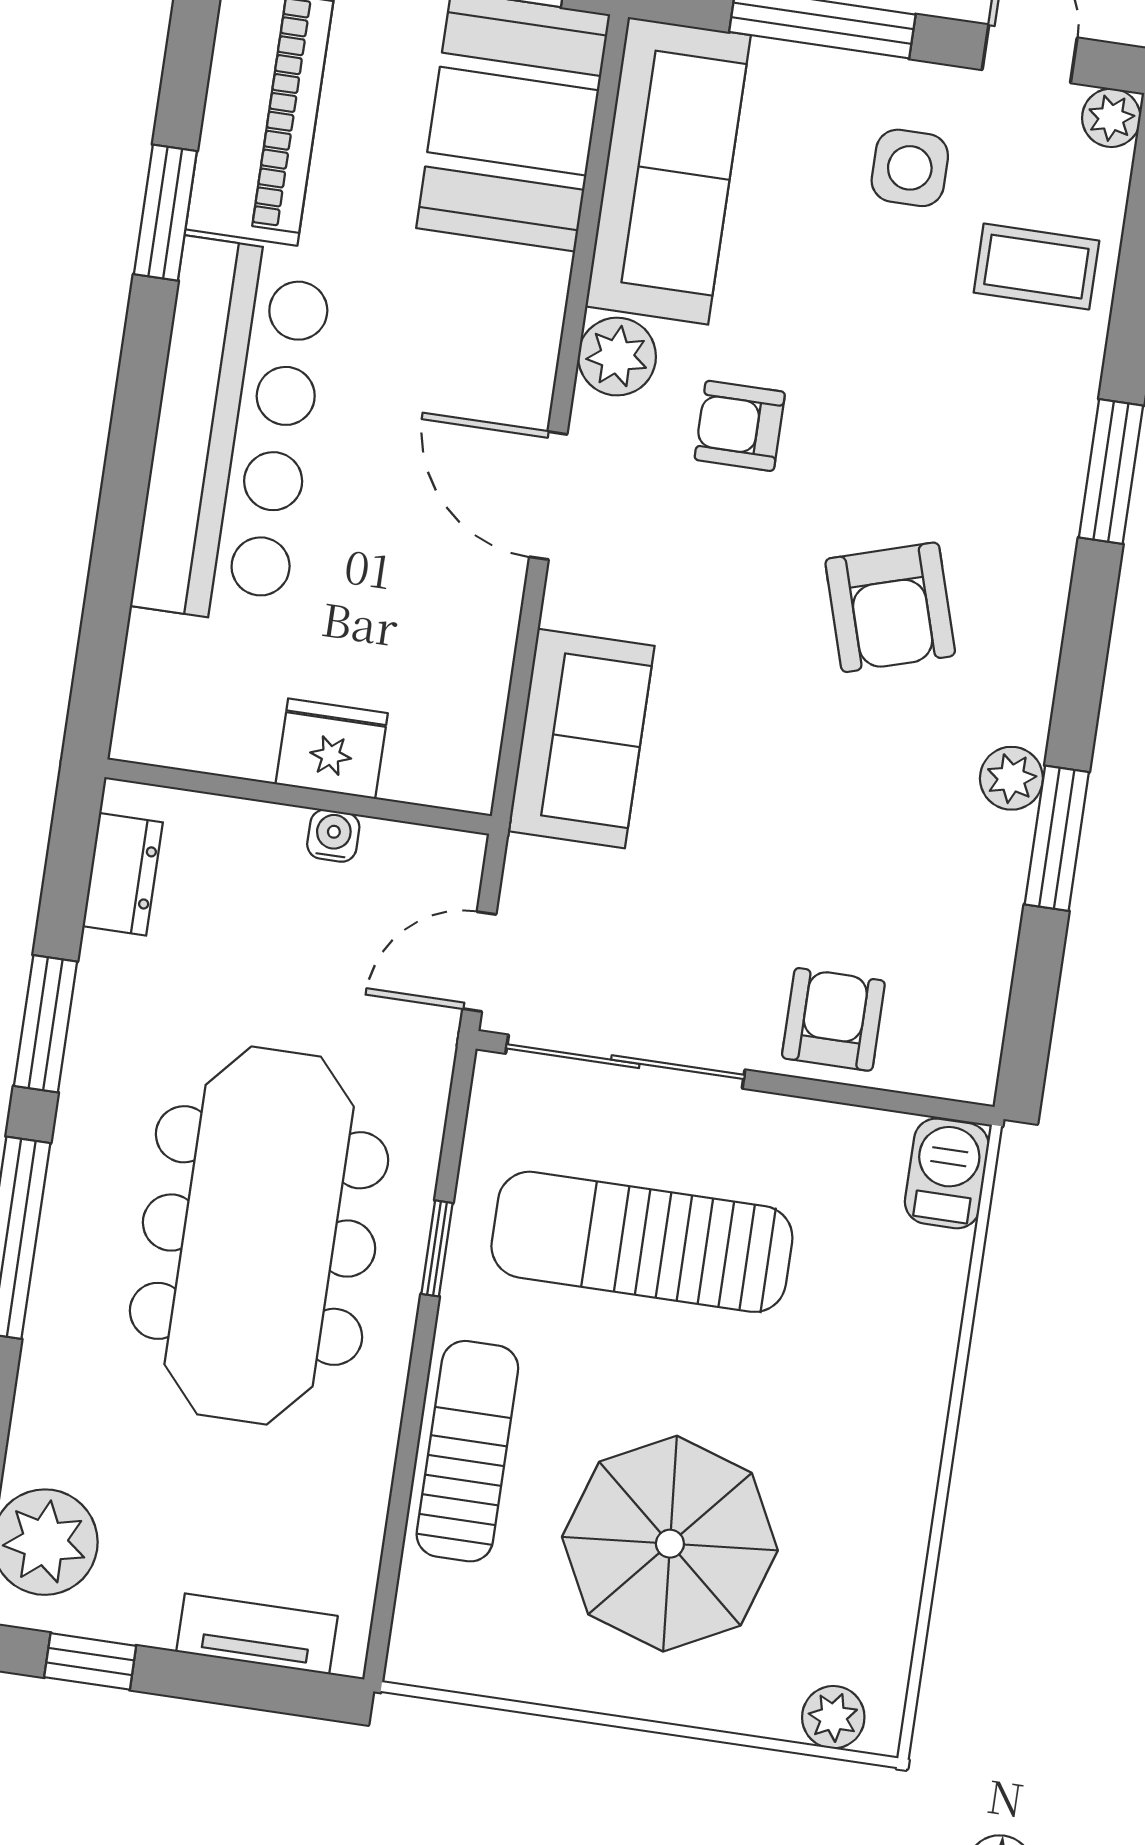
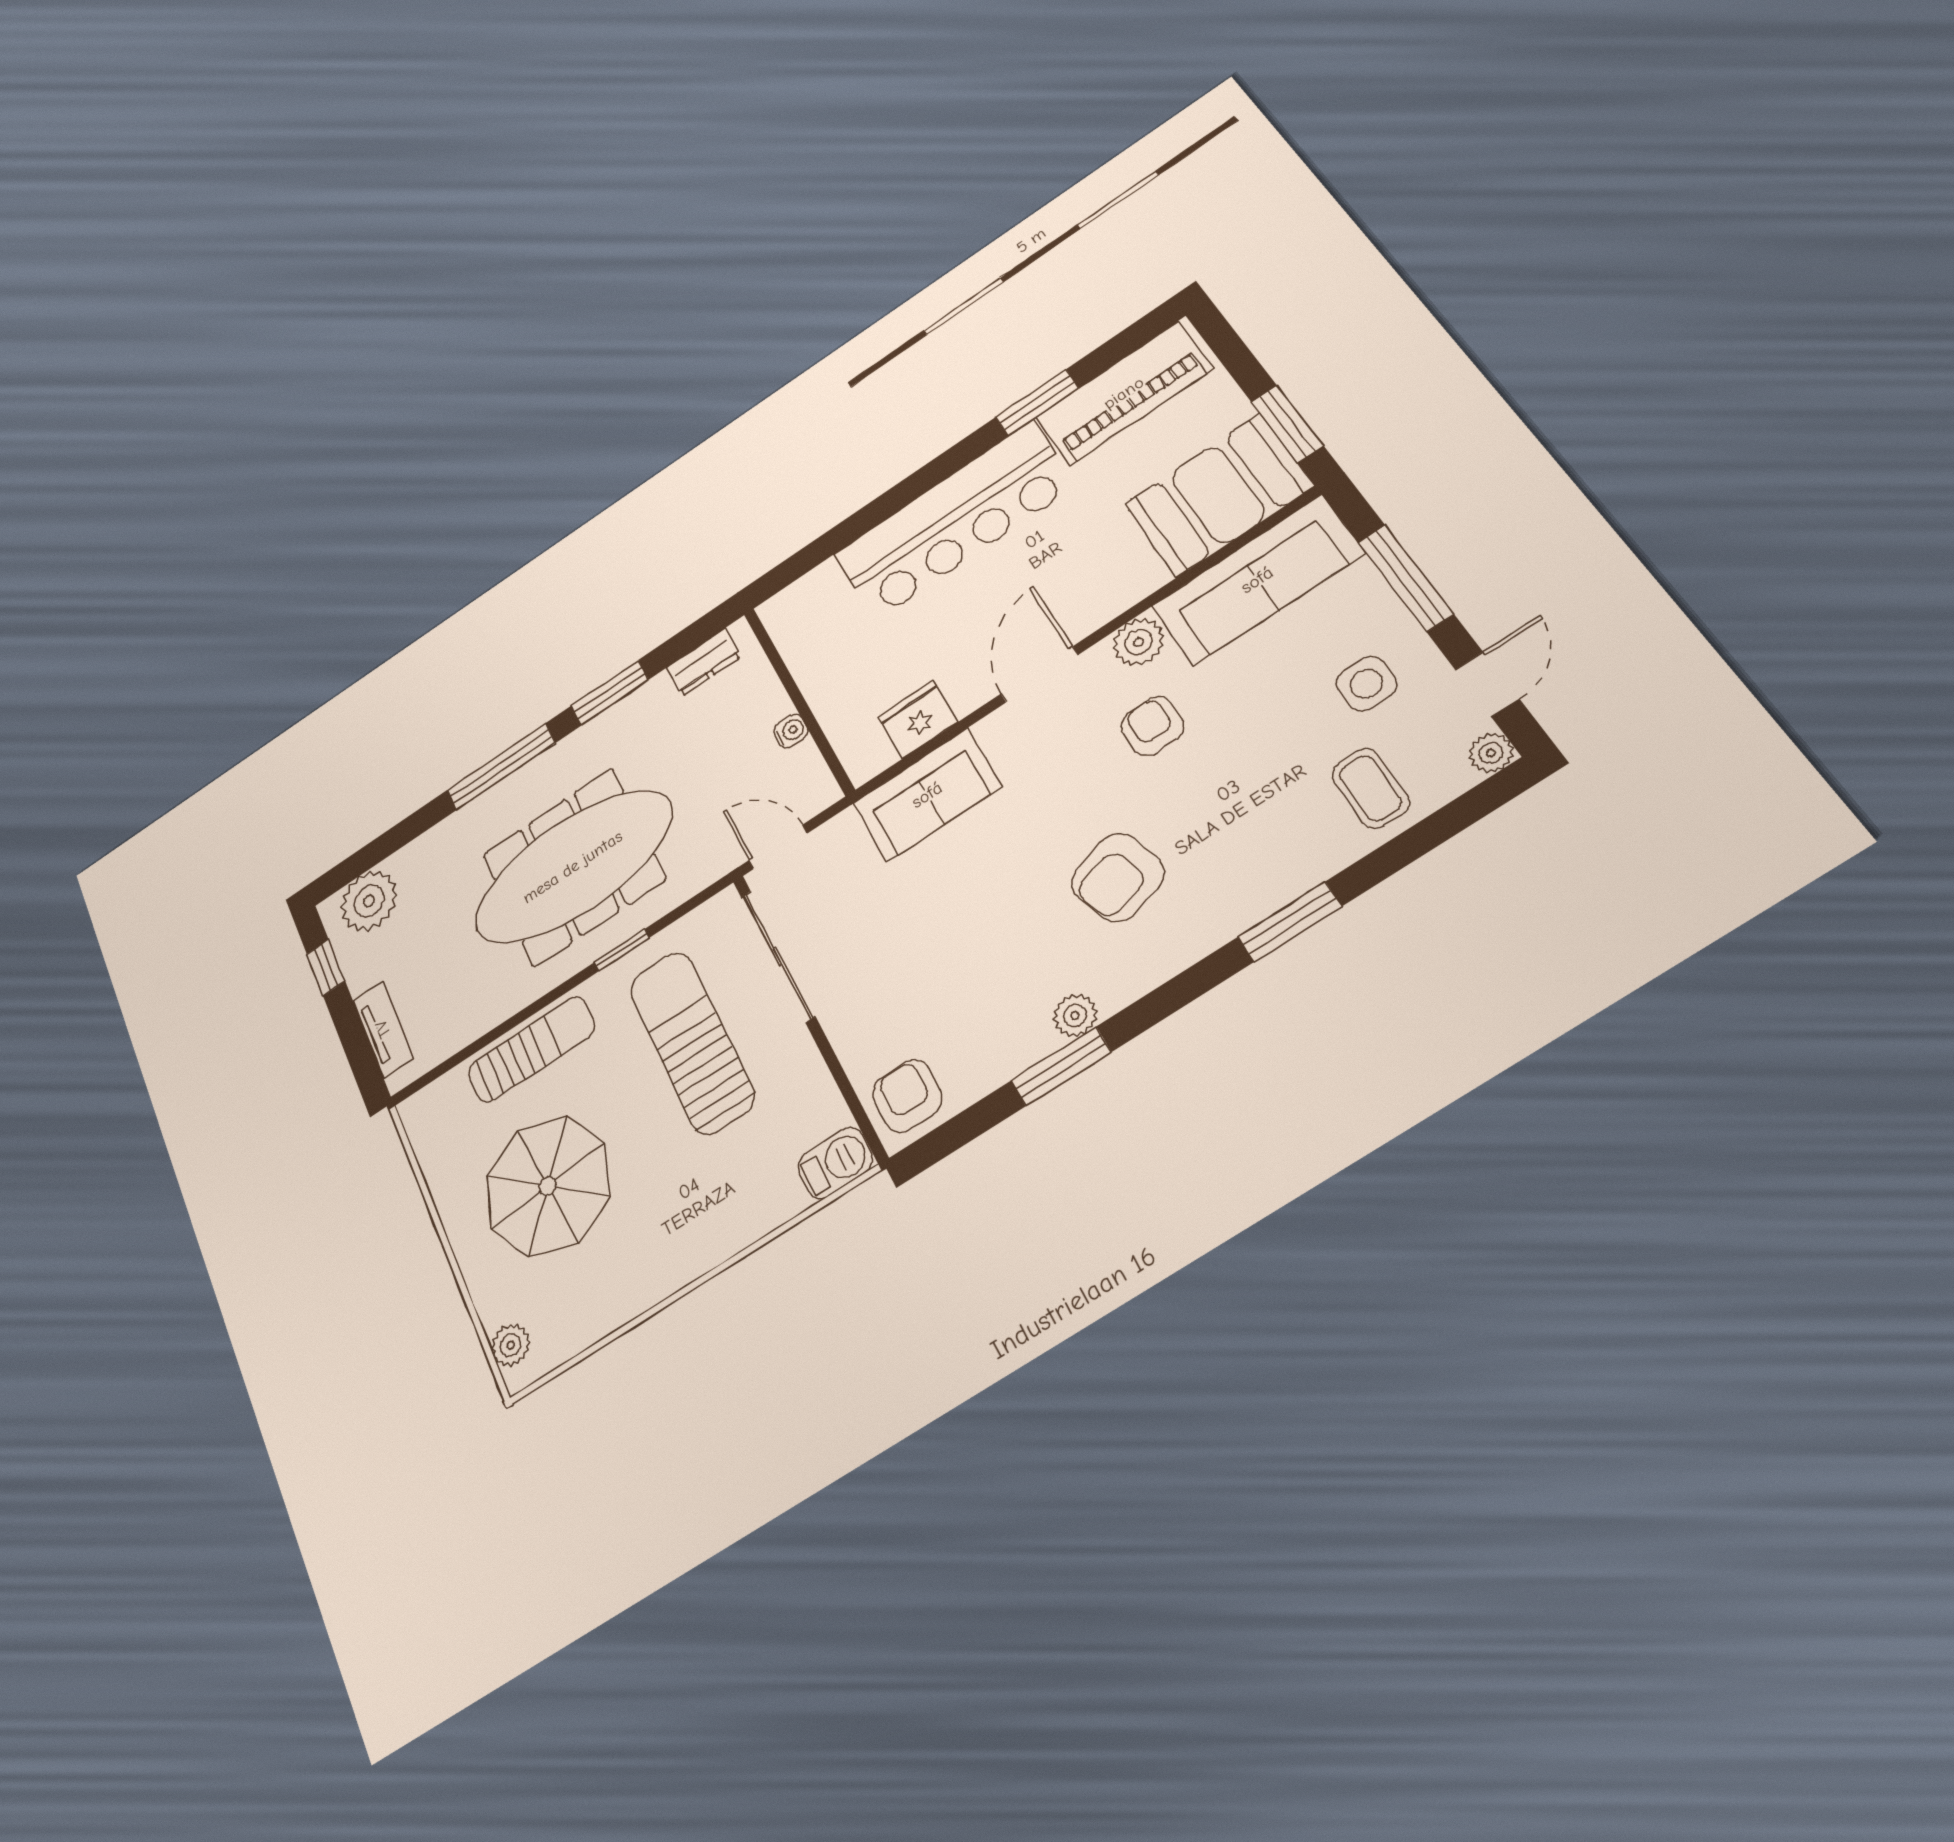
fridge: (332, 749) -> (918, 719), moved, turned -90
armchair: (833, 1019) -> (907, 1096), moved, turned -90

